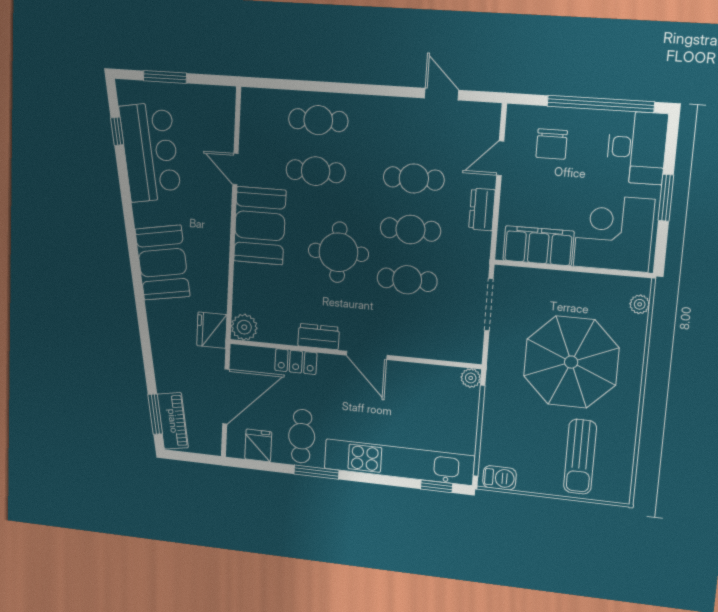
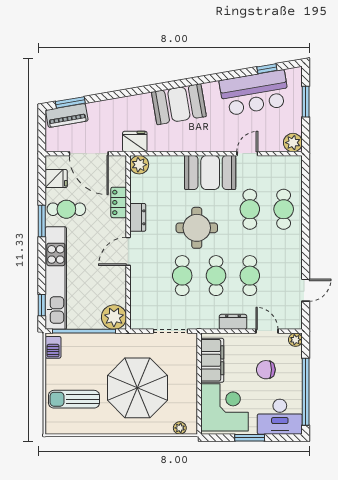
plant: (222, 100) -> (293, 143), added
plant: (517, 115) -> (295, 340), added
chair: (552, 144) -> (266, 370), moved
plant: (471, 378) -> (114, 317), width x1.88, depth x1.88

